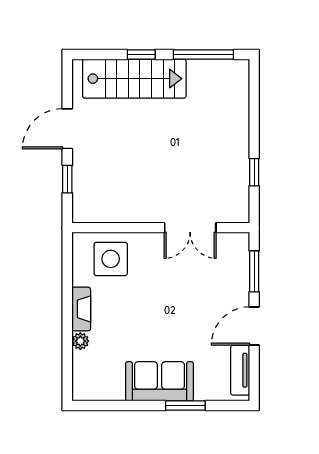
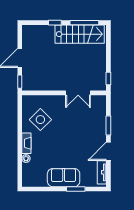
stairs: (134, 79) -> (80, 34), moved
wall: (161, 228) -> (64, 93), moved
double door: (190, 228) -> (78, 93), moved
side table: (111, 259) -> (40, 120), turned 45

